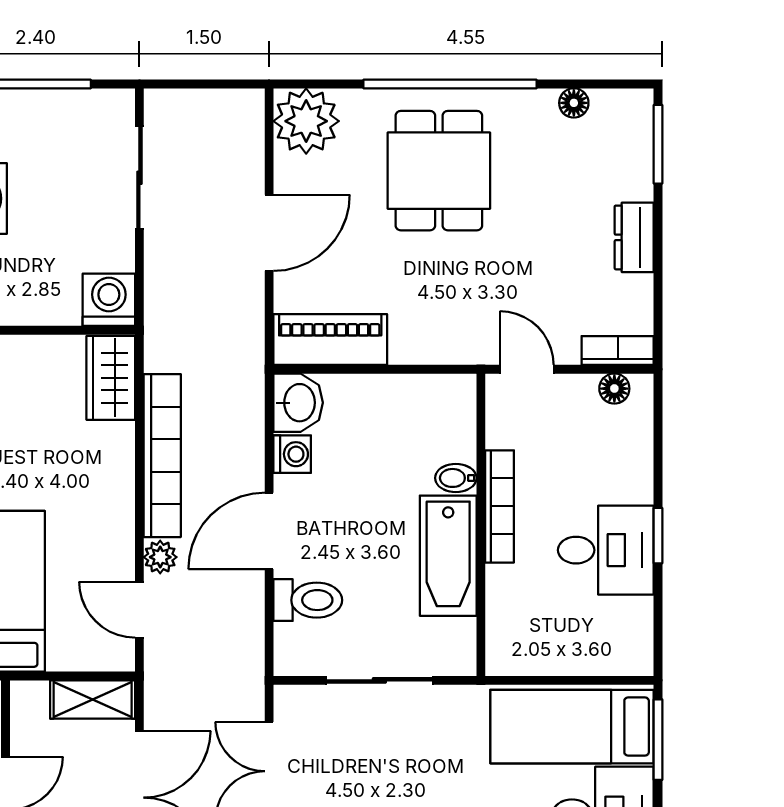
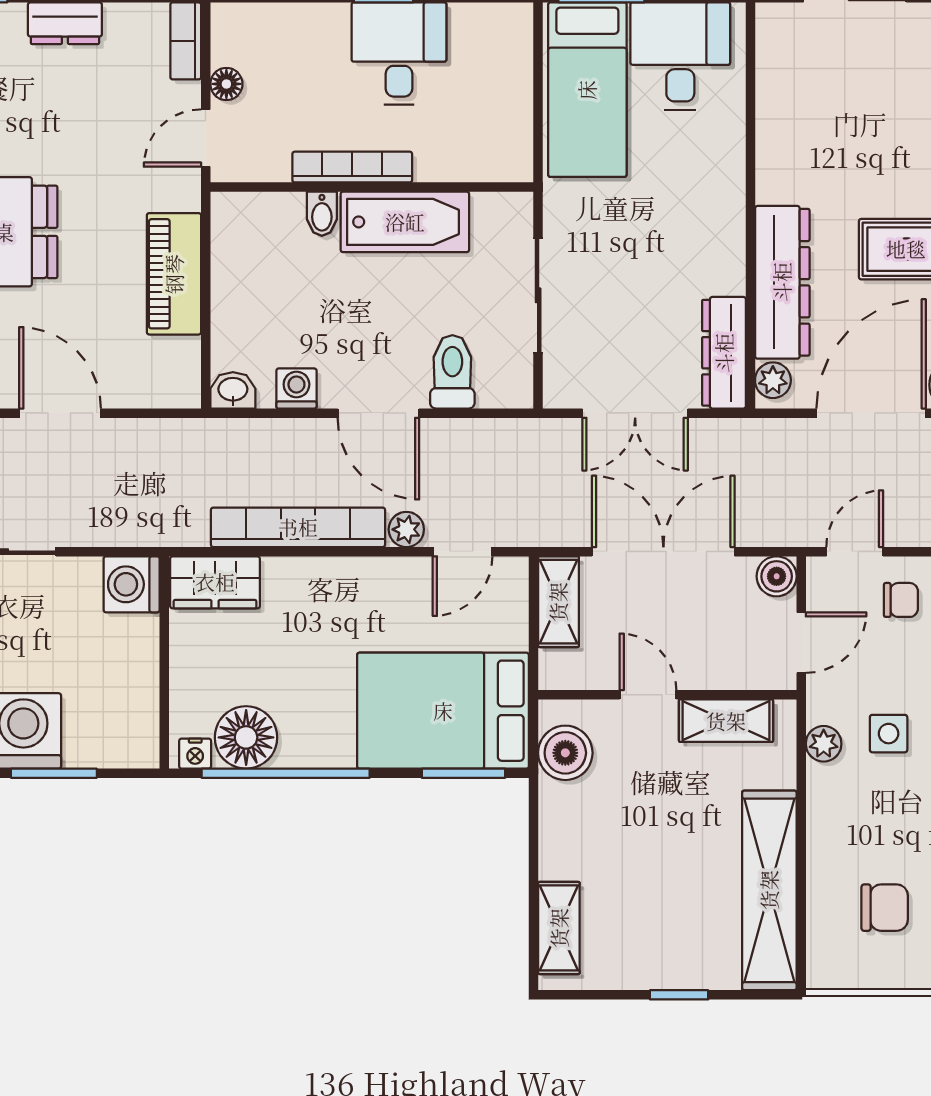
piano: (330, 339) -> (174, 274), moved
floor lamp: (614, 389) -> (226, 84), moved
washbasin: (298, 403) -> (233, 390), width x0.72, depth x0.69

